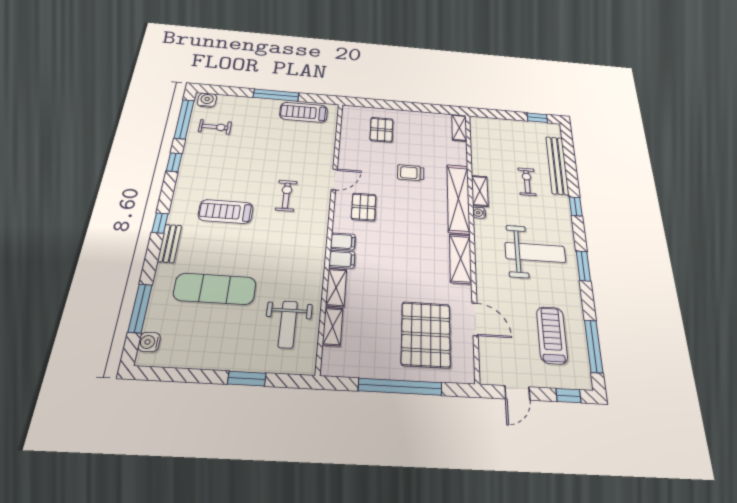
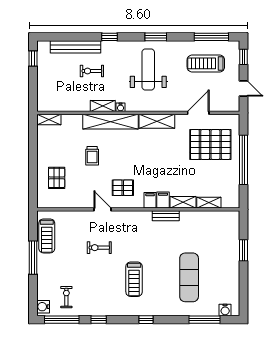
pallet: (381, 130) -> (57, 178), turned 90
exercise bike: (286, 196) -> (99, 248), moved
bench: (170, 243) -> (166, 216), moved
weight bench: (288, 324) -> (209, 230), removed

